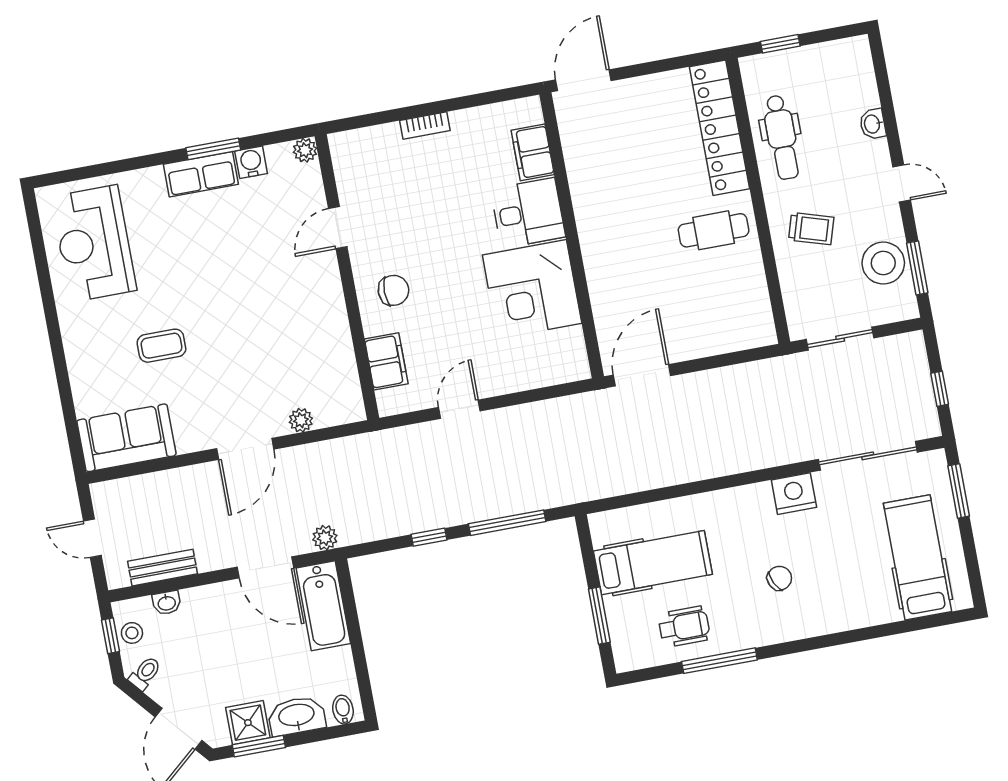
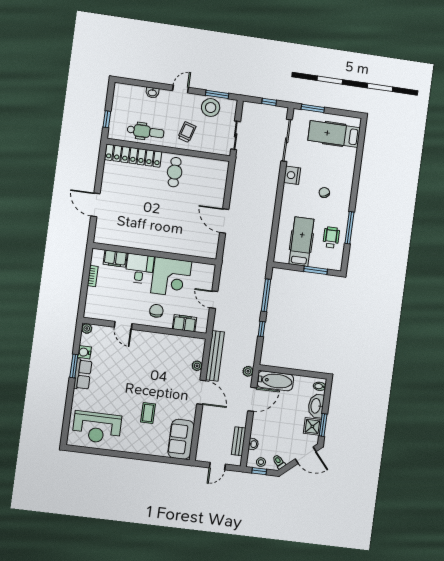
filing cabinet: (533, 152) -> (115, 259), moved
desk: (528, 213) -> (140, 269), moved
wall: (572, 235) -> (155, 254), moved
corner desk: (532, 289) -> (171, 277), moved
bench: (336, 453) -> (215, 356), added

